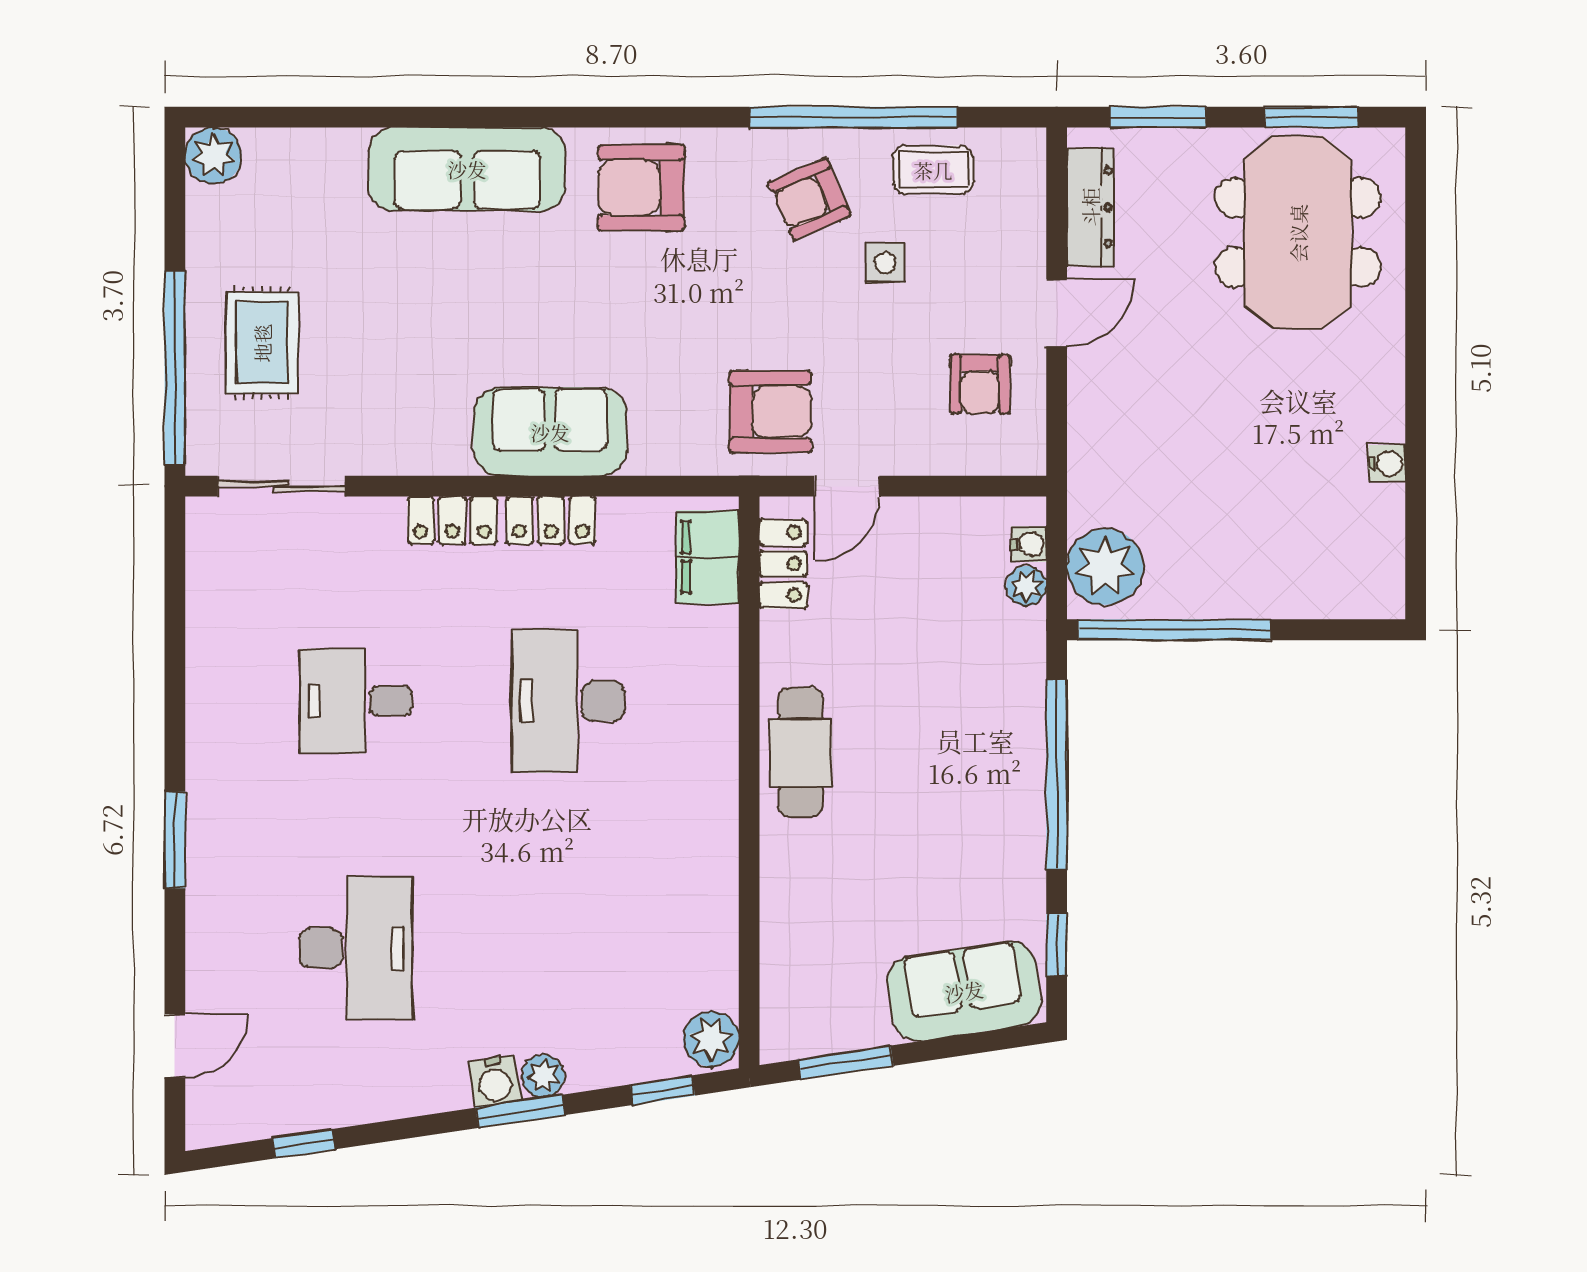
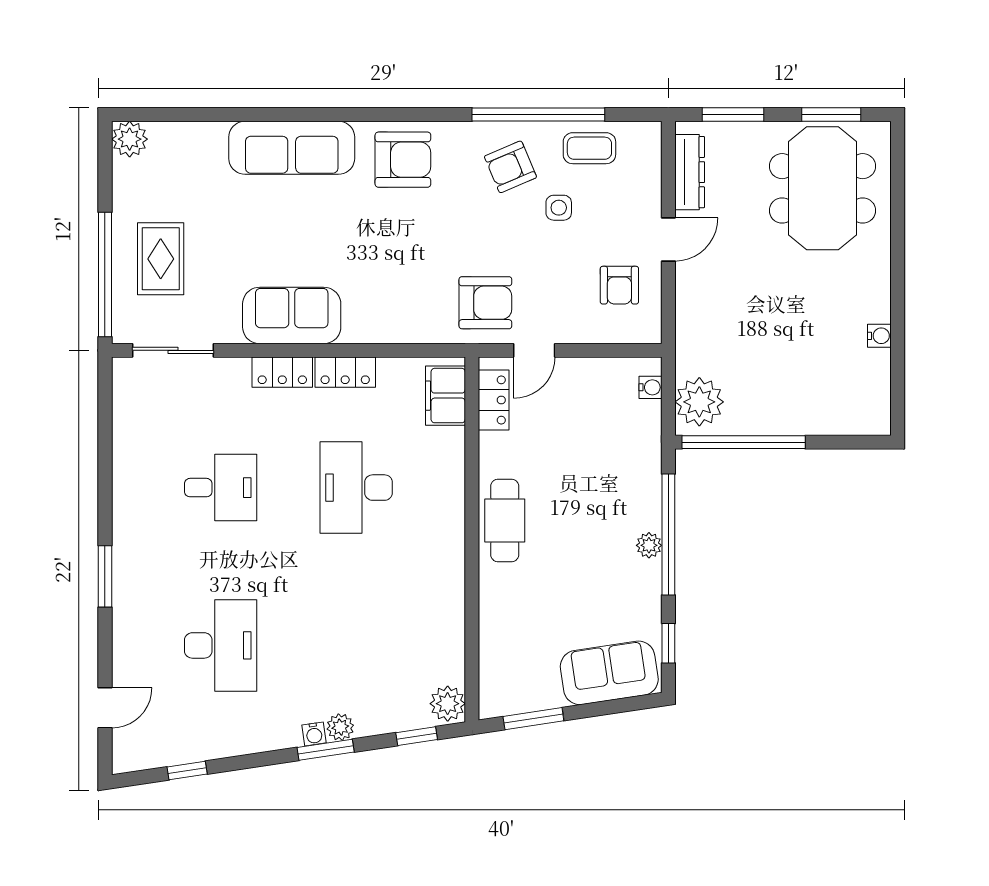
armchair: (641, 188) -> (403, 160), turned 180
sofa: (550, 432) -> (292, 315), moved
plant: (1026, 586) -> (649, 545), moved
desk: (356, 701) -> (221, 488), turned 180
water cooler: (495, 1081) -> (314, 734), width x0.72, depth x0.72

